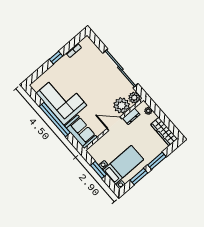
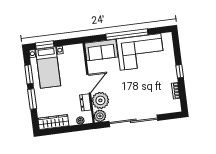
window: (99, 170) -> (45, 45), moved

